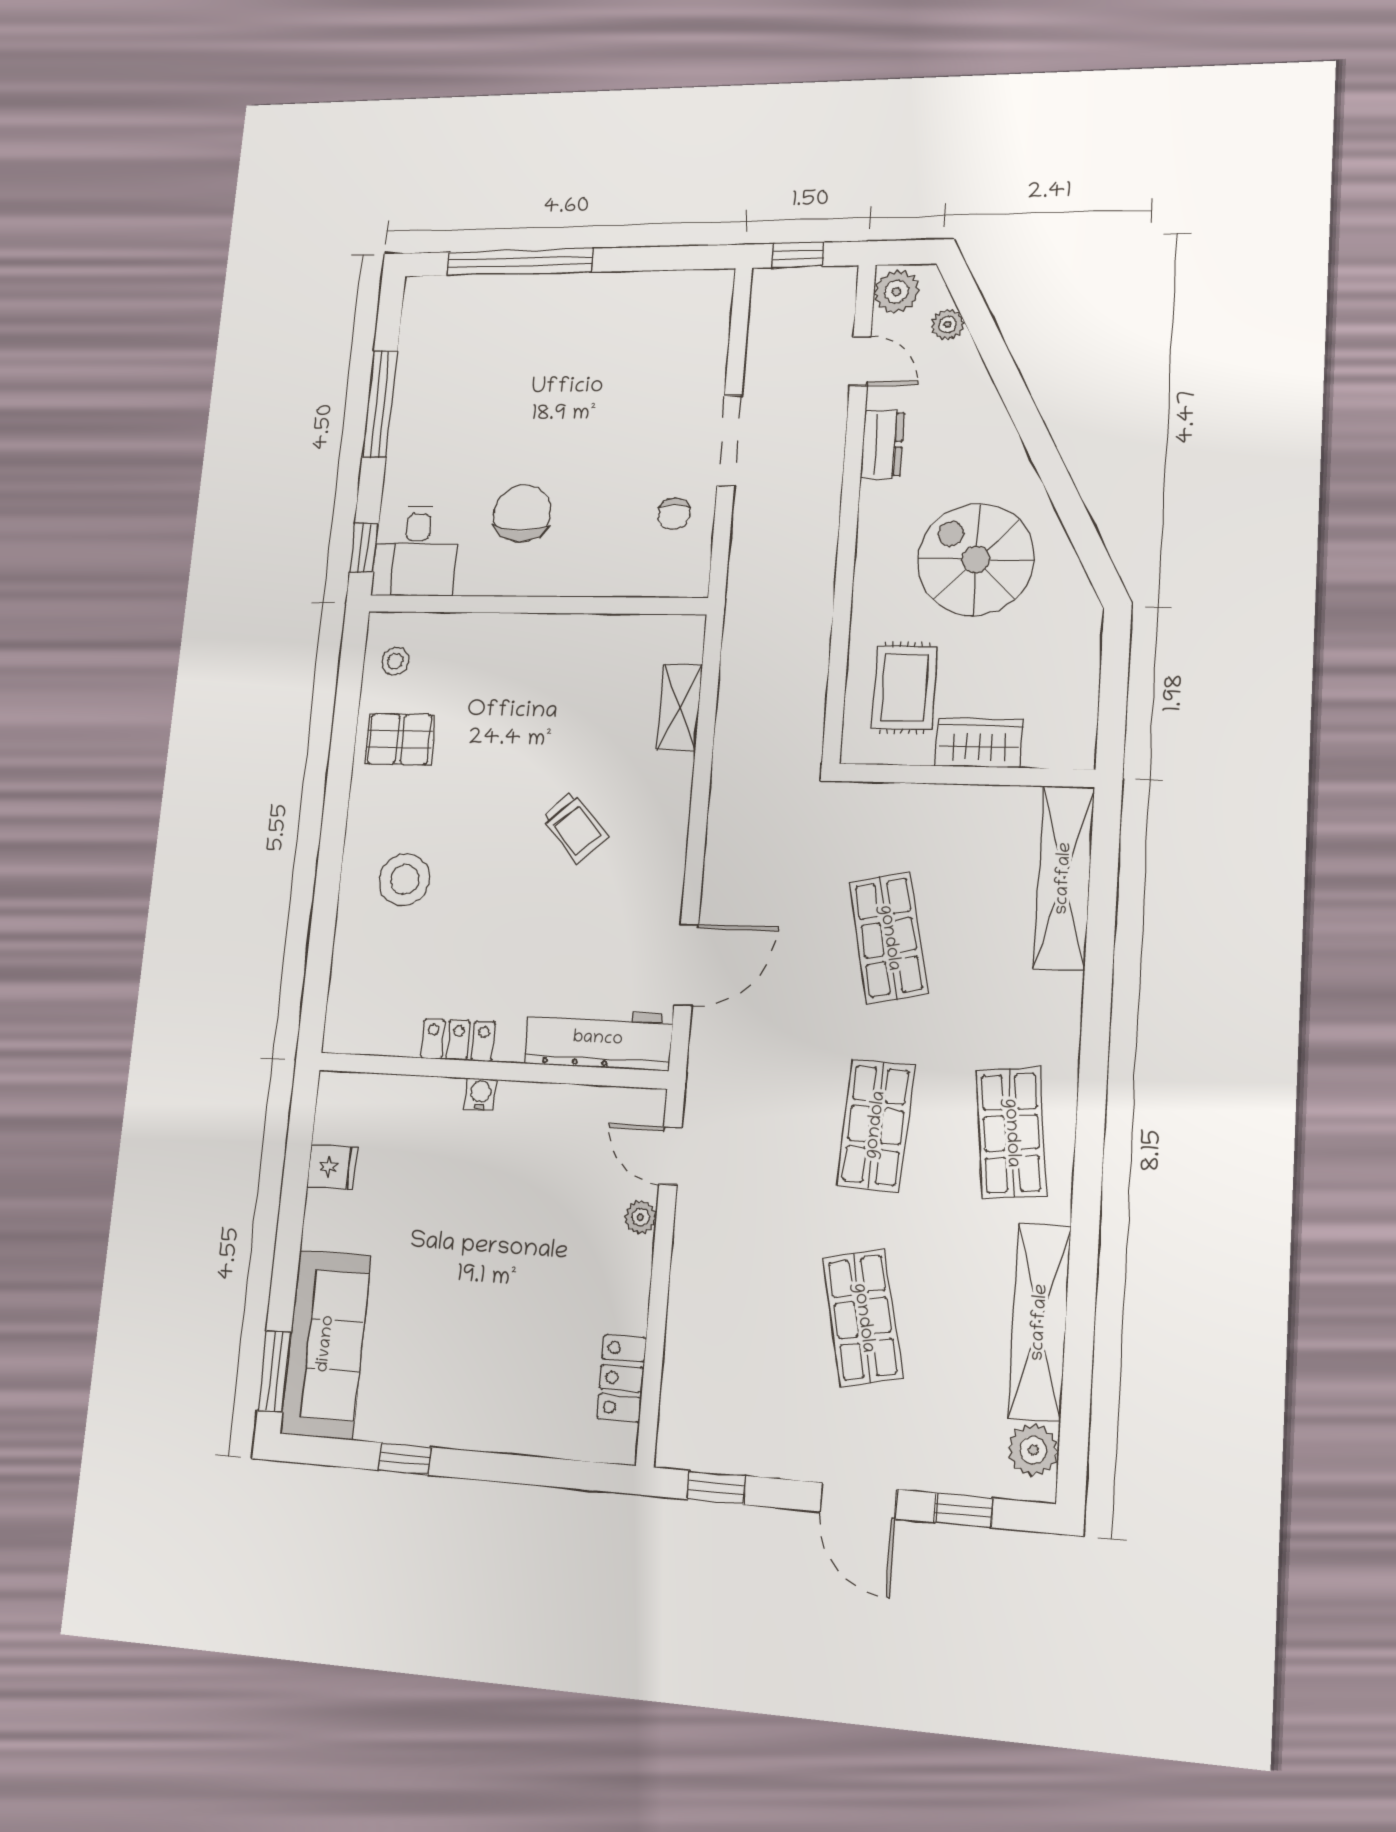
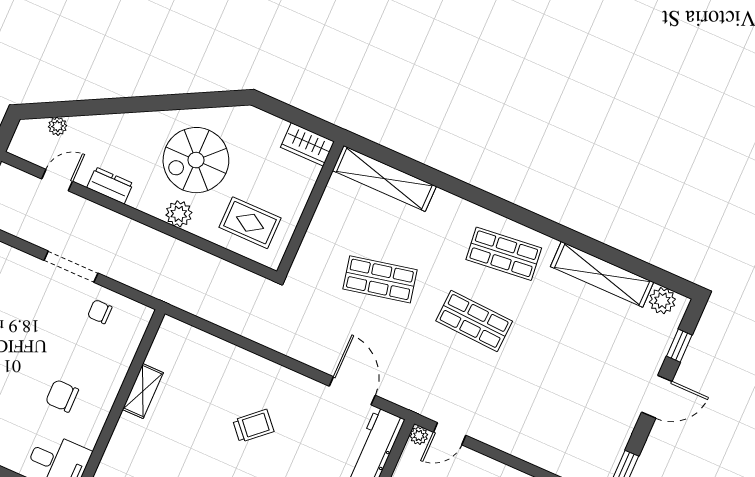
plant: (896, 292) -> (179, 214), moved
chair: (522, 513) -> (62, 396), width x0.73, depth x0.73
chair: (674, 514) -> (100, 312), turned 180
shelving: (680, 707) -> (143, 391), moved, turned 90
wardrobe: (979, 743) -> (307, 144), moved, turned -90
plant: (640, 1217) -> (419, 436), moved
shop shelf: (863, 1318) -> (568, 362), removed

